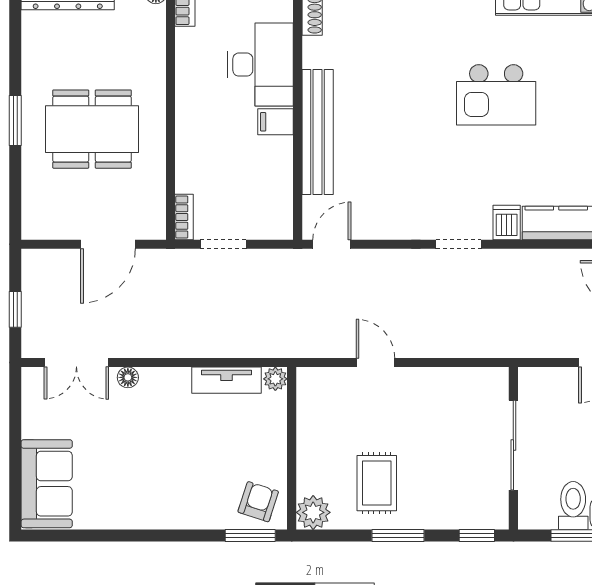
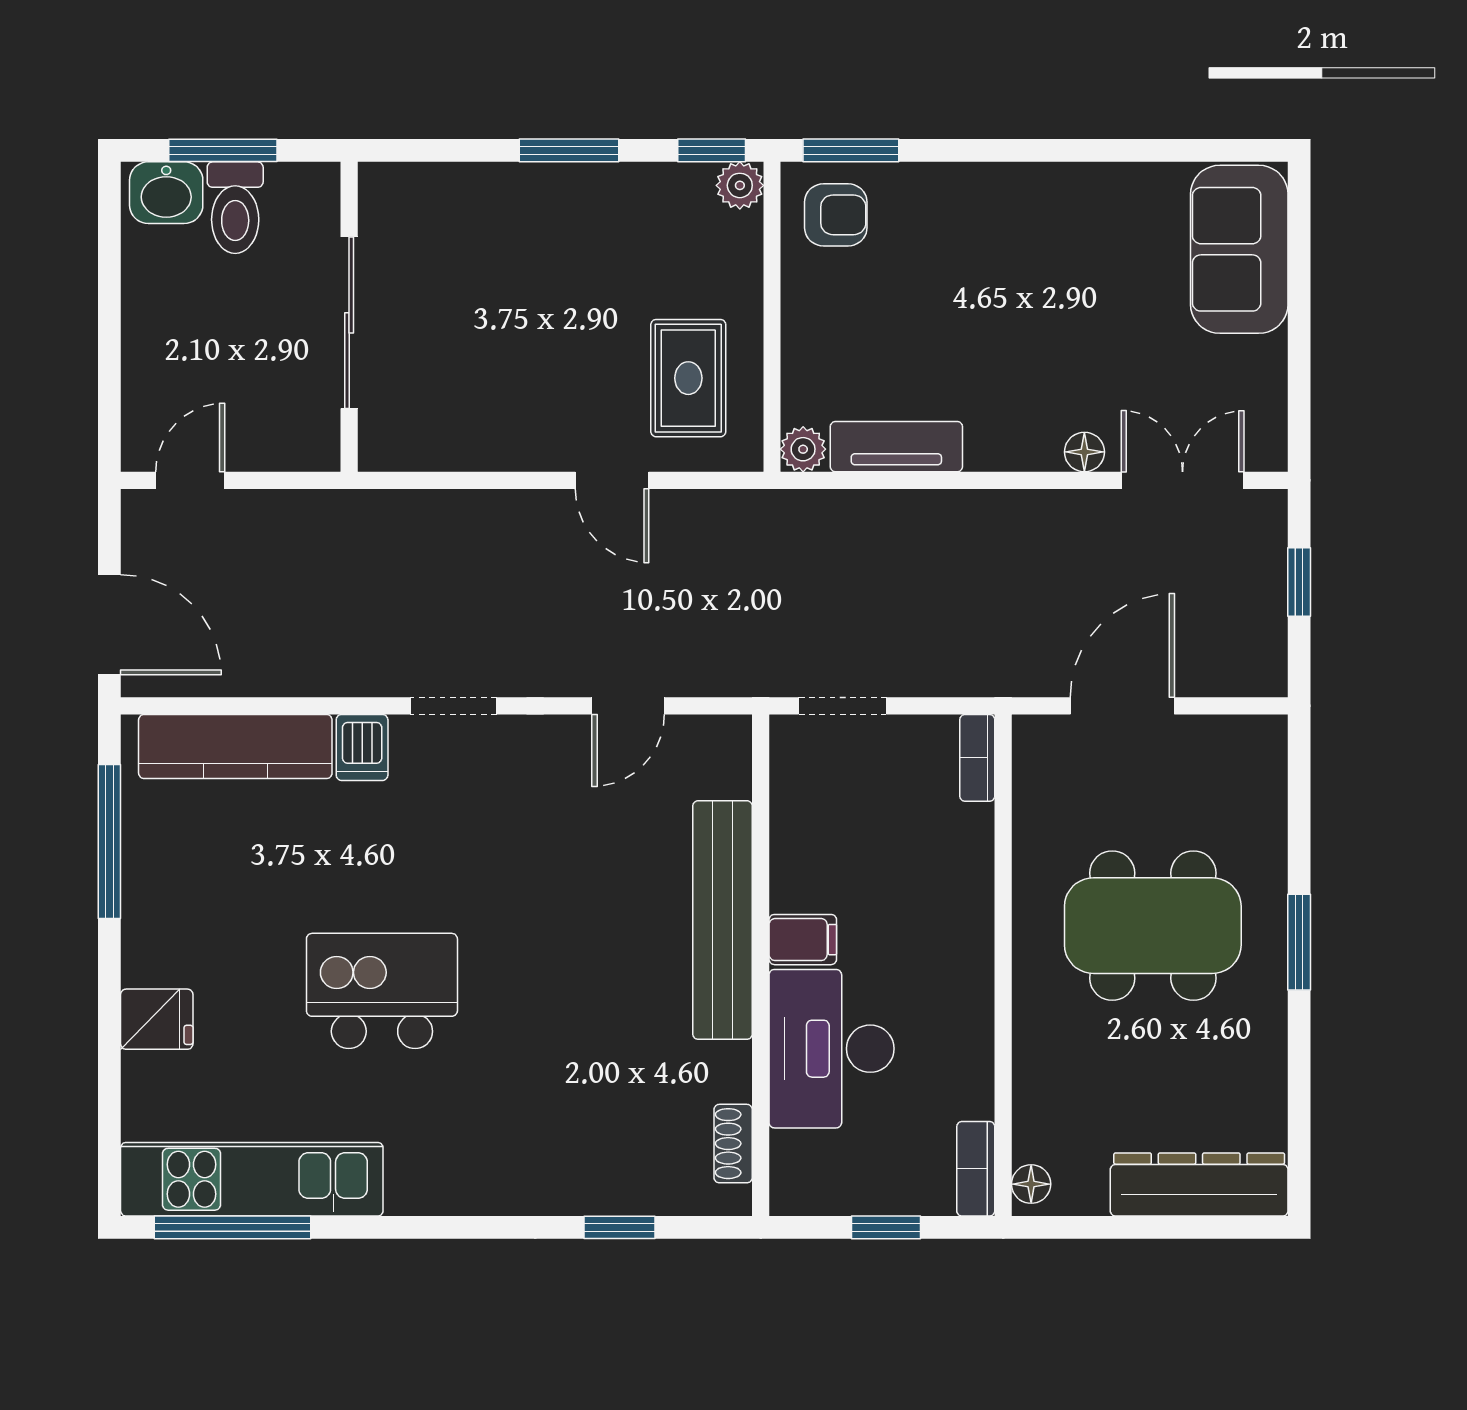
doorway: (223, 244) -> (843, 706), moved
door: (332, 244) -> (628, 706), moved
rug: (377, 483) -> (688, 378), moved
armchair: (258, 502) -> (836, 215), turned -108
plant: (313, 512) -> (740, 185), width x0.73, depth x0.73
window: (477, 535) -> (712, 150), moved

